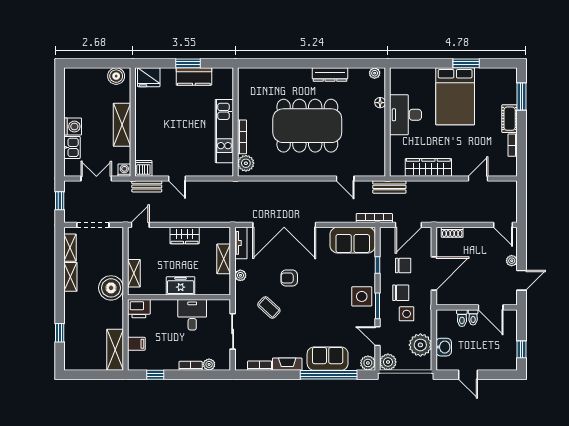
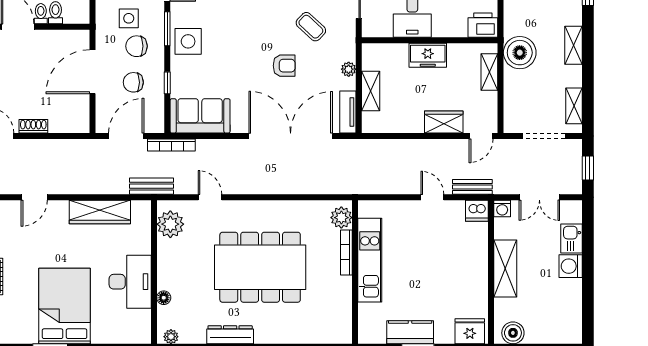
plant: (375, 158) -> (170, 224), added
shoe rack: (452, 232) -> (33, 126), moved
wardrobe: (185, 235) -> (444, 122), moved
shelving: (70, 277) -> (573, 45), moved

